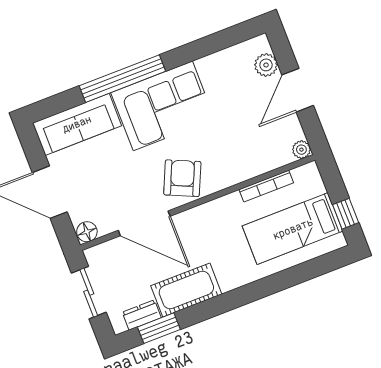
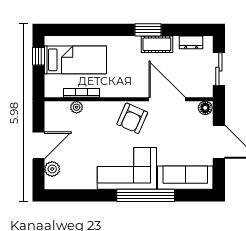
plant: (301, 150) -> (77, 107), moved
cot: (186, 290) -> (157, 44), width x0.73, depth x0.75
window: (159, 328) -> (148, 30), moved

